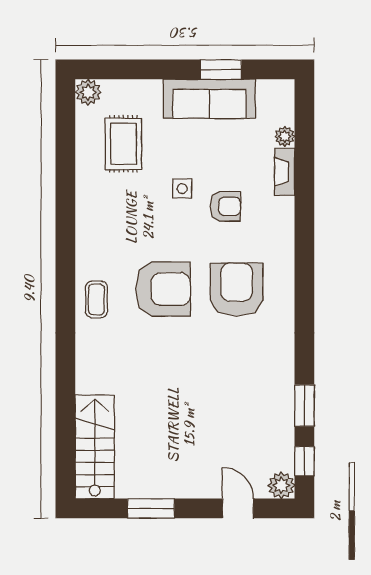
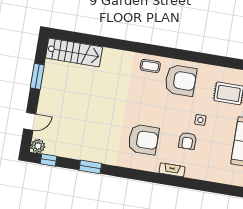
plant: (285, 136) -> (219, 178), removed
fireplace: (285, 172) -> (172, 170), moved
armchair: (163, 289) -> (181, 80), moved, turned -90
window: (304, 406) -> (90, 167), moved

